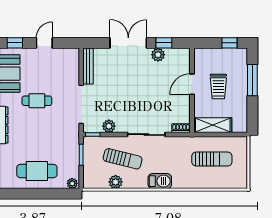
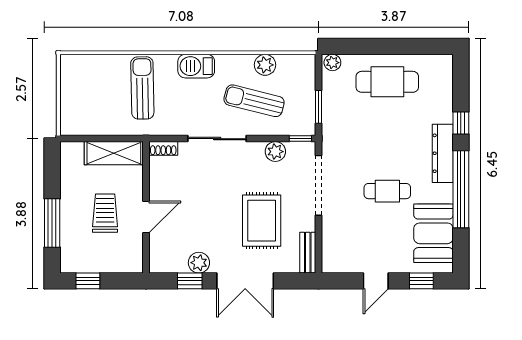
bench: (88, 66) -> (308, 253), width x0.73
rug: (118, 82) -> (262, 221), added
sun lounger: (212, 159) -> (142, 88), moved, turned 89

